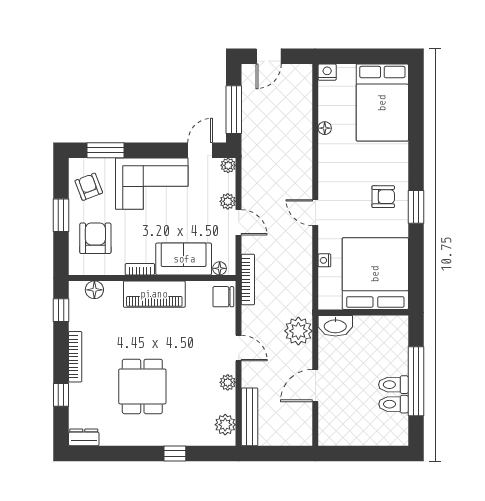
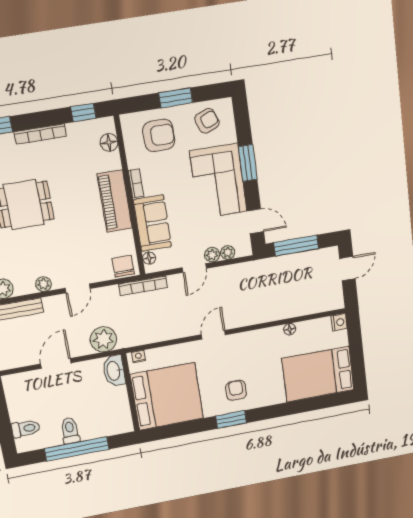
door: (269, 56) -> (347, 269), swing flipped
window: (105, 150) -> (248, 163), moved
plant: (228, 165) -> (228, 252), moved
armchair: (383, 197) -> (236, 390), turned 180
nightstand: (324, 260) -> (139, 357), moved
door: (315, 386) -> (56, 363), hinge flipped
toilet: (394, 404) -> (26, 429), moved, turned 90

